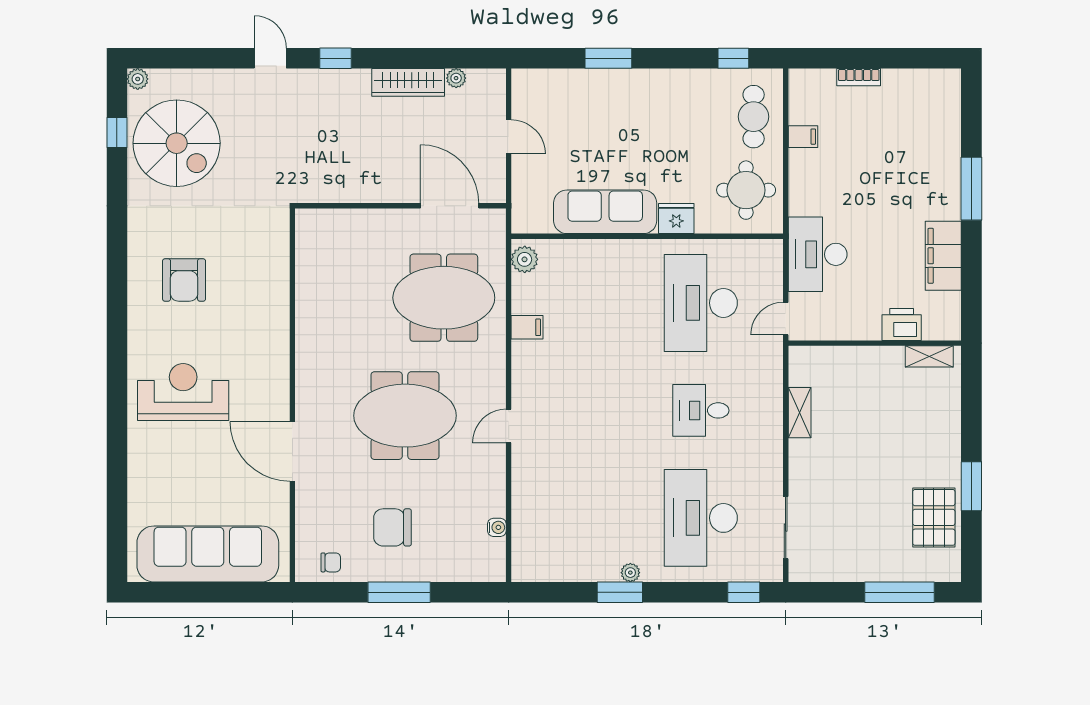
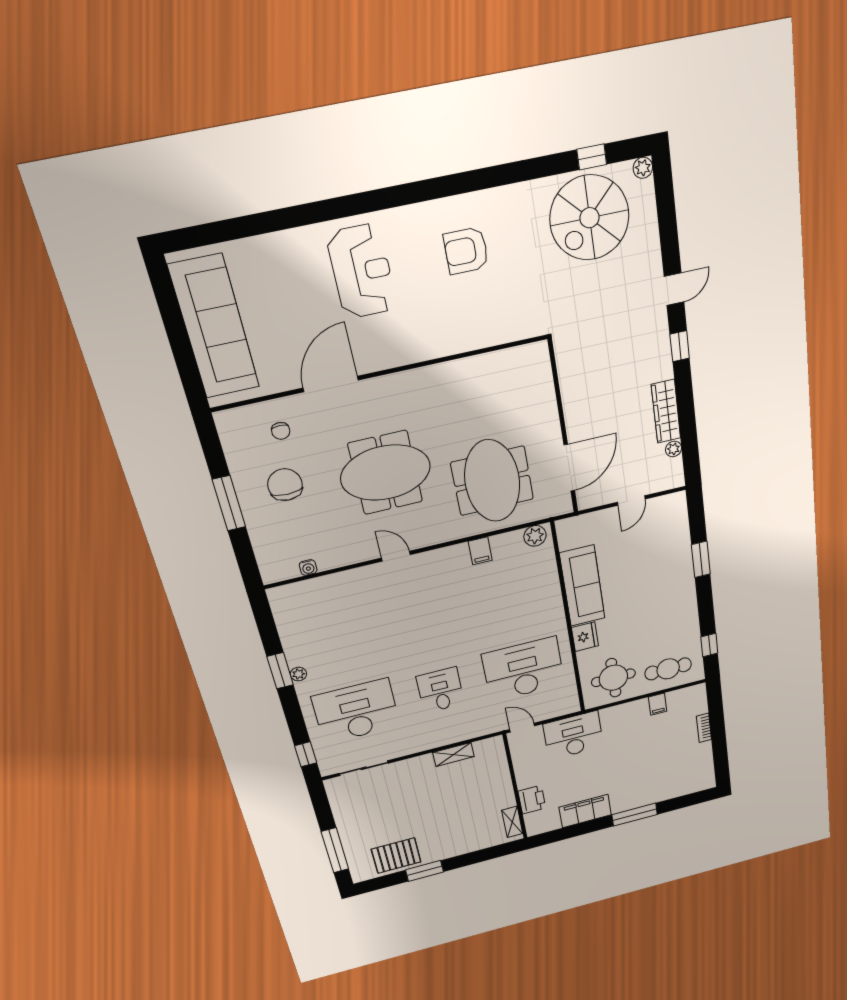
meeting table: (405, 416) -> (385, 473), turned 90
chair: (331, 562) -> (281, 431), moved

